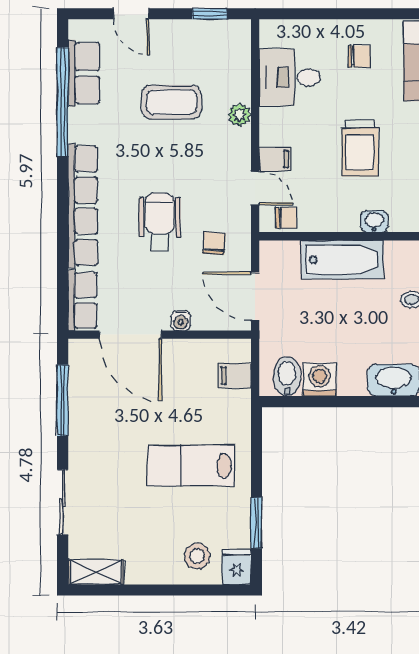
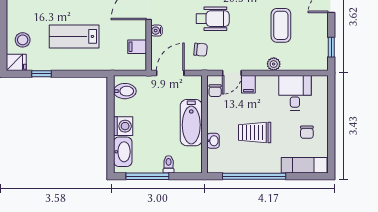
filing cabinet: (235, 376) -> (137, 47), moved, turned -90
washing machine: (320, 379) -> (123, 126), moved
lab bench: (191, 466) -> (74, 36), turned -90
window: (256, 523) -> (41, 74), width x0.67

